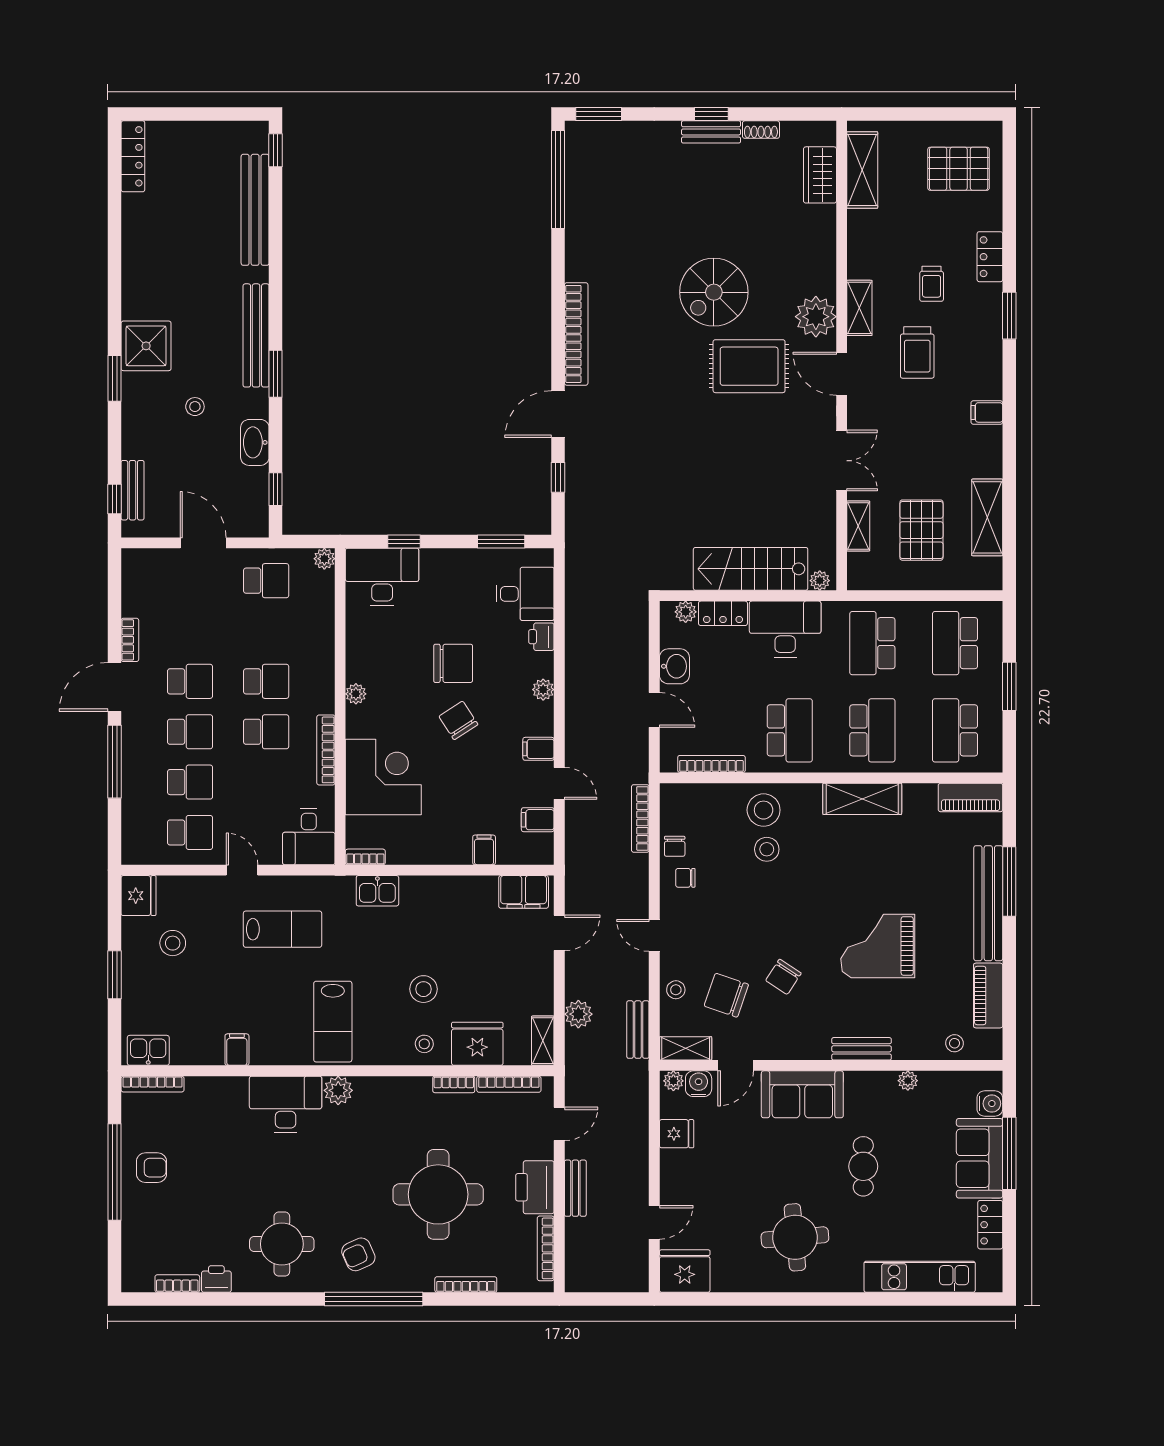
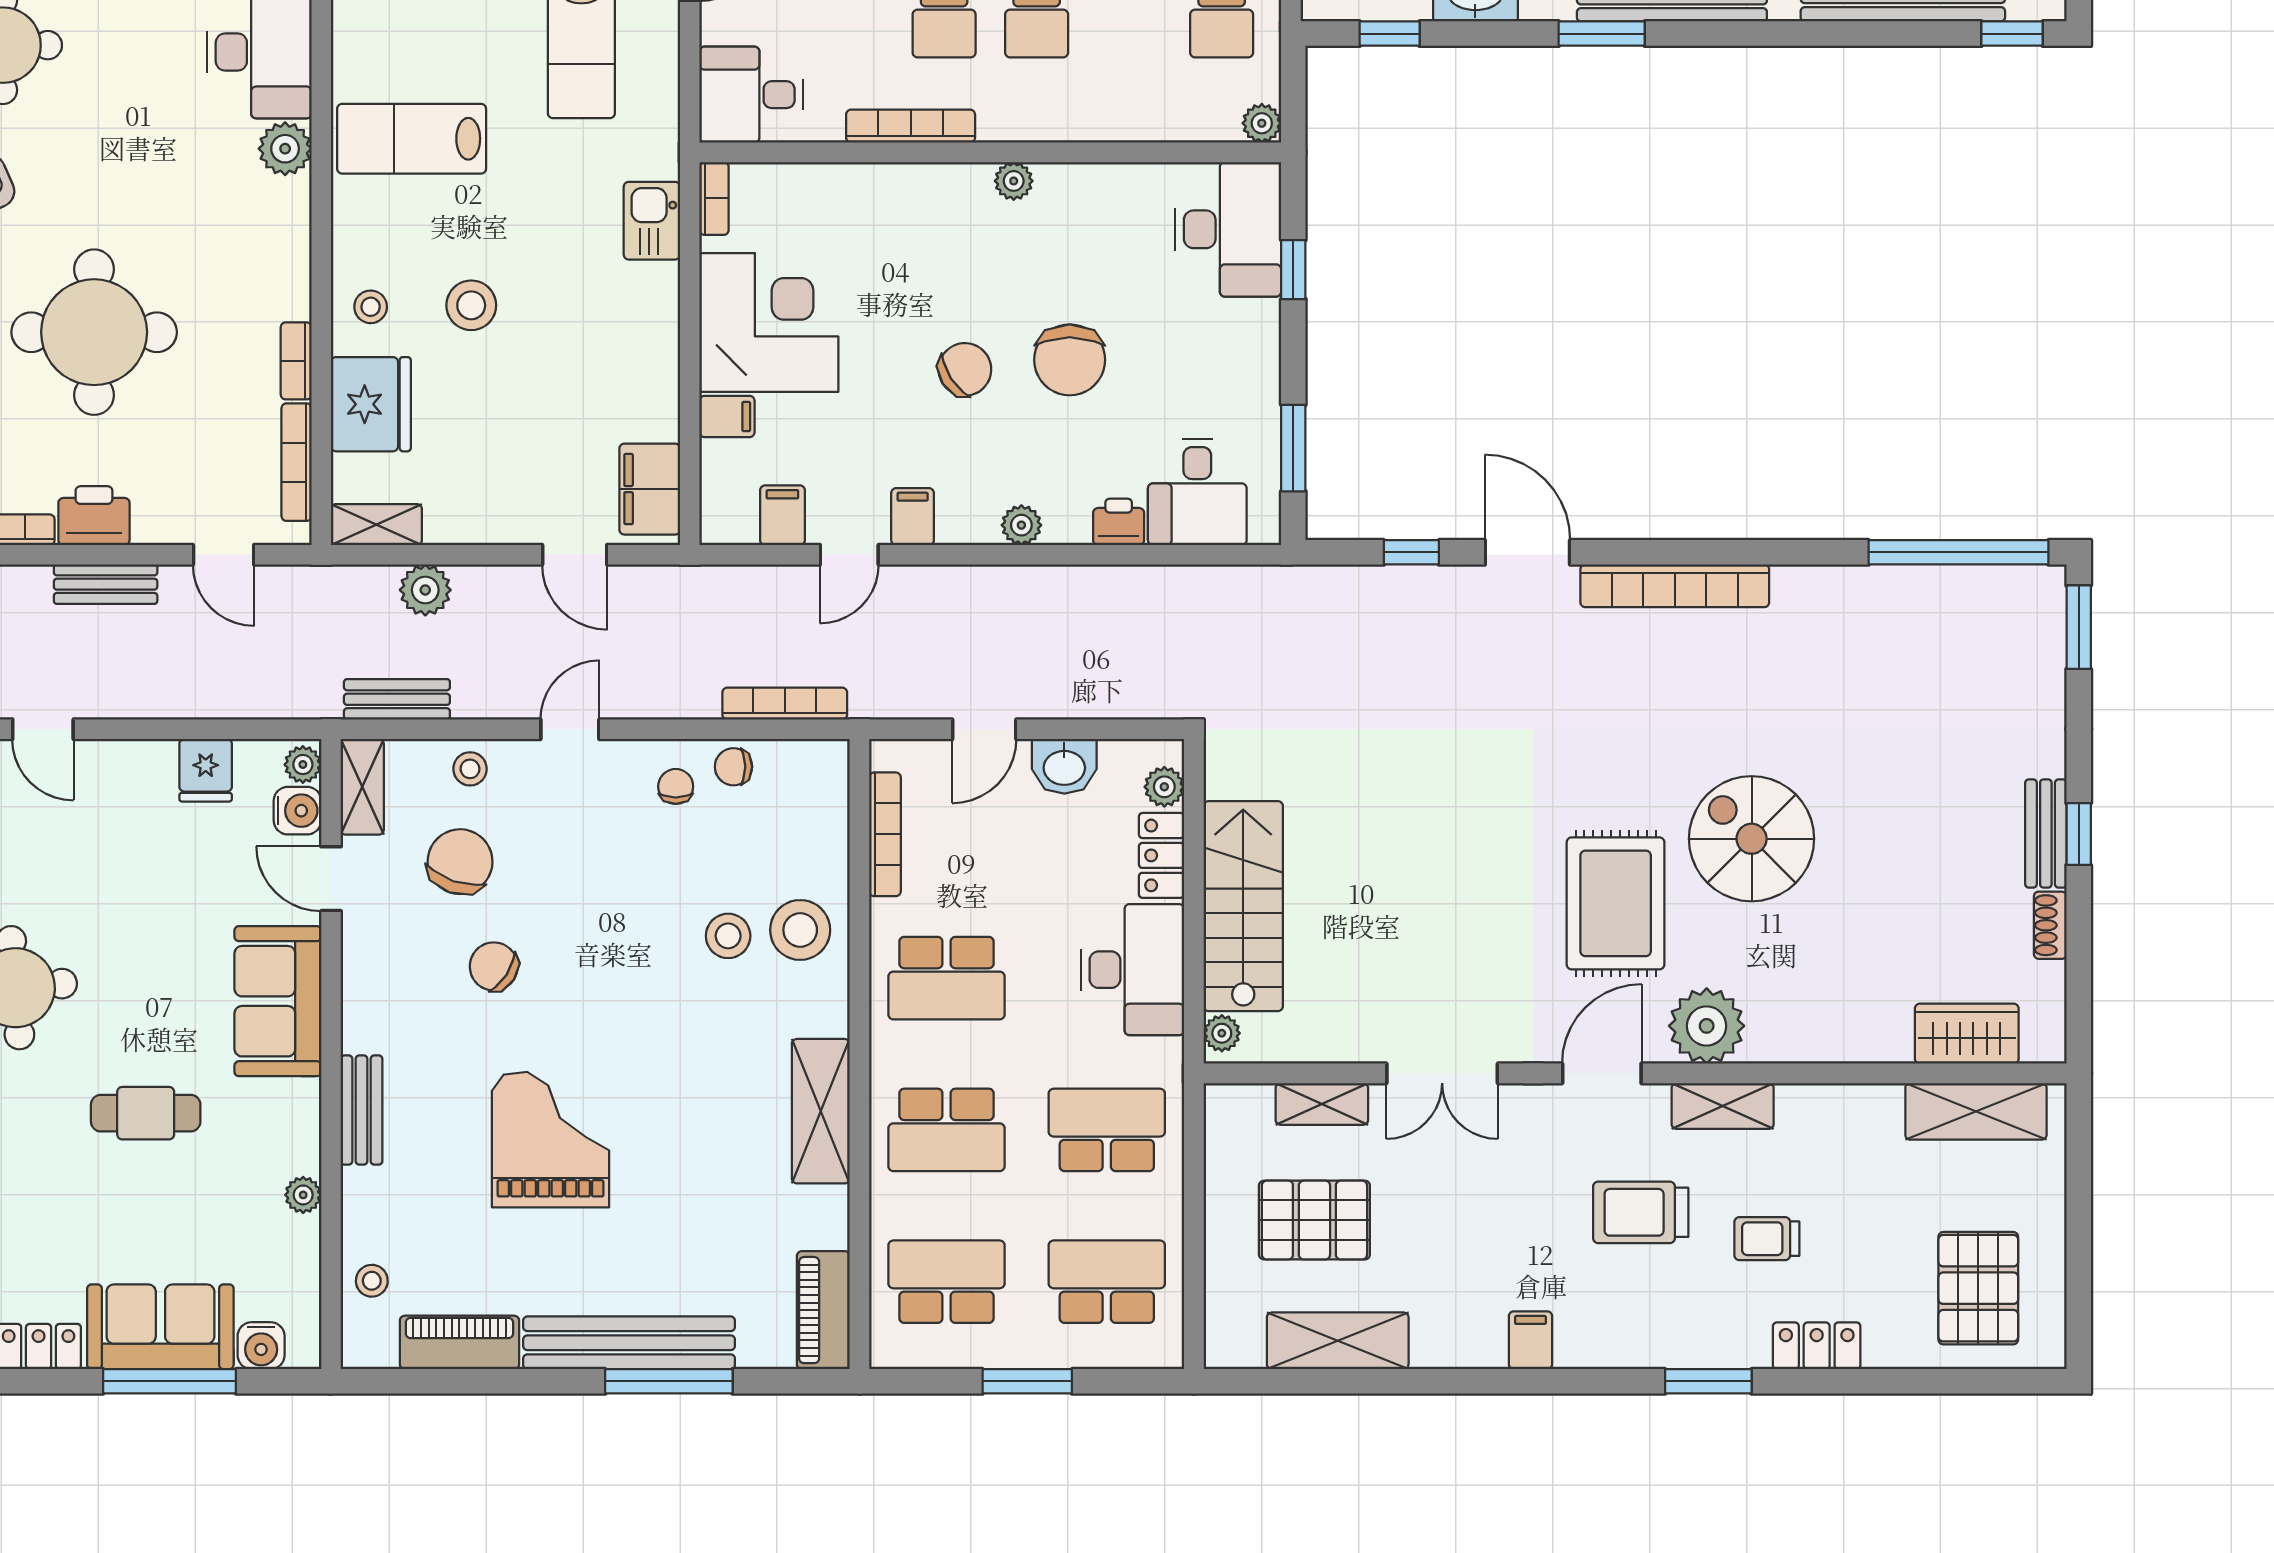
corner desk: (383, 777) -> (769, 323), moved, turned -90
printer: (535, 1187) -> (94, 516), width x0.73, depth x0.84

